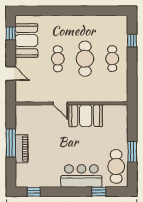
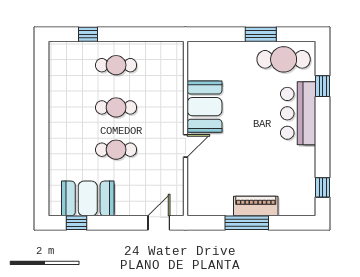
cafe table: (85, 59) -> (116, 107), width x0.73, depth x0.74
door: (11, 74) -> (159, 223), moved

